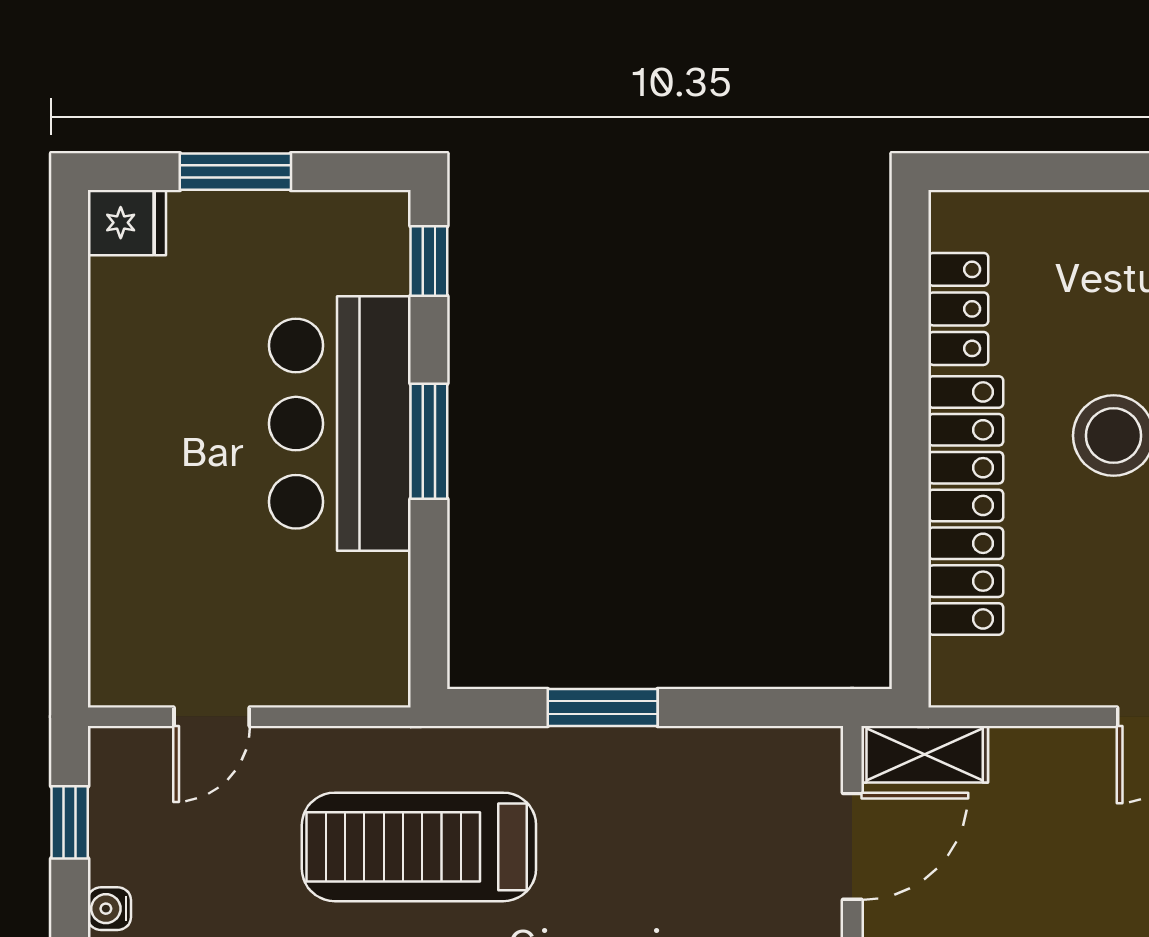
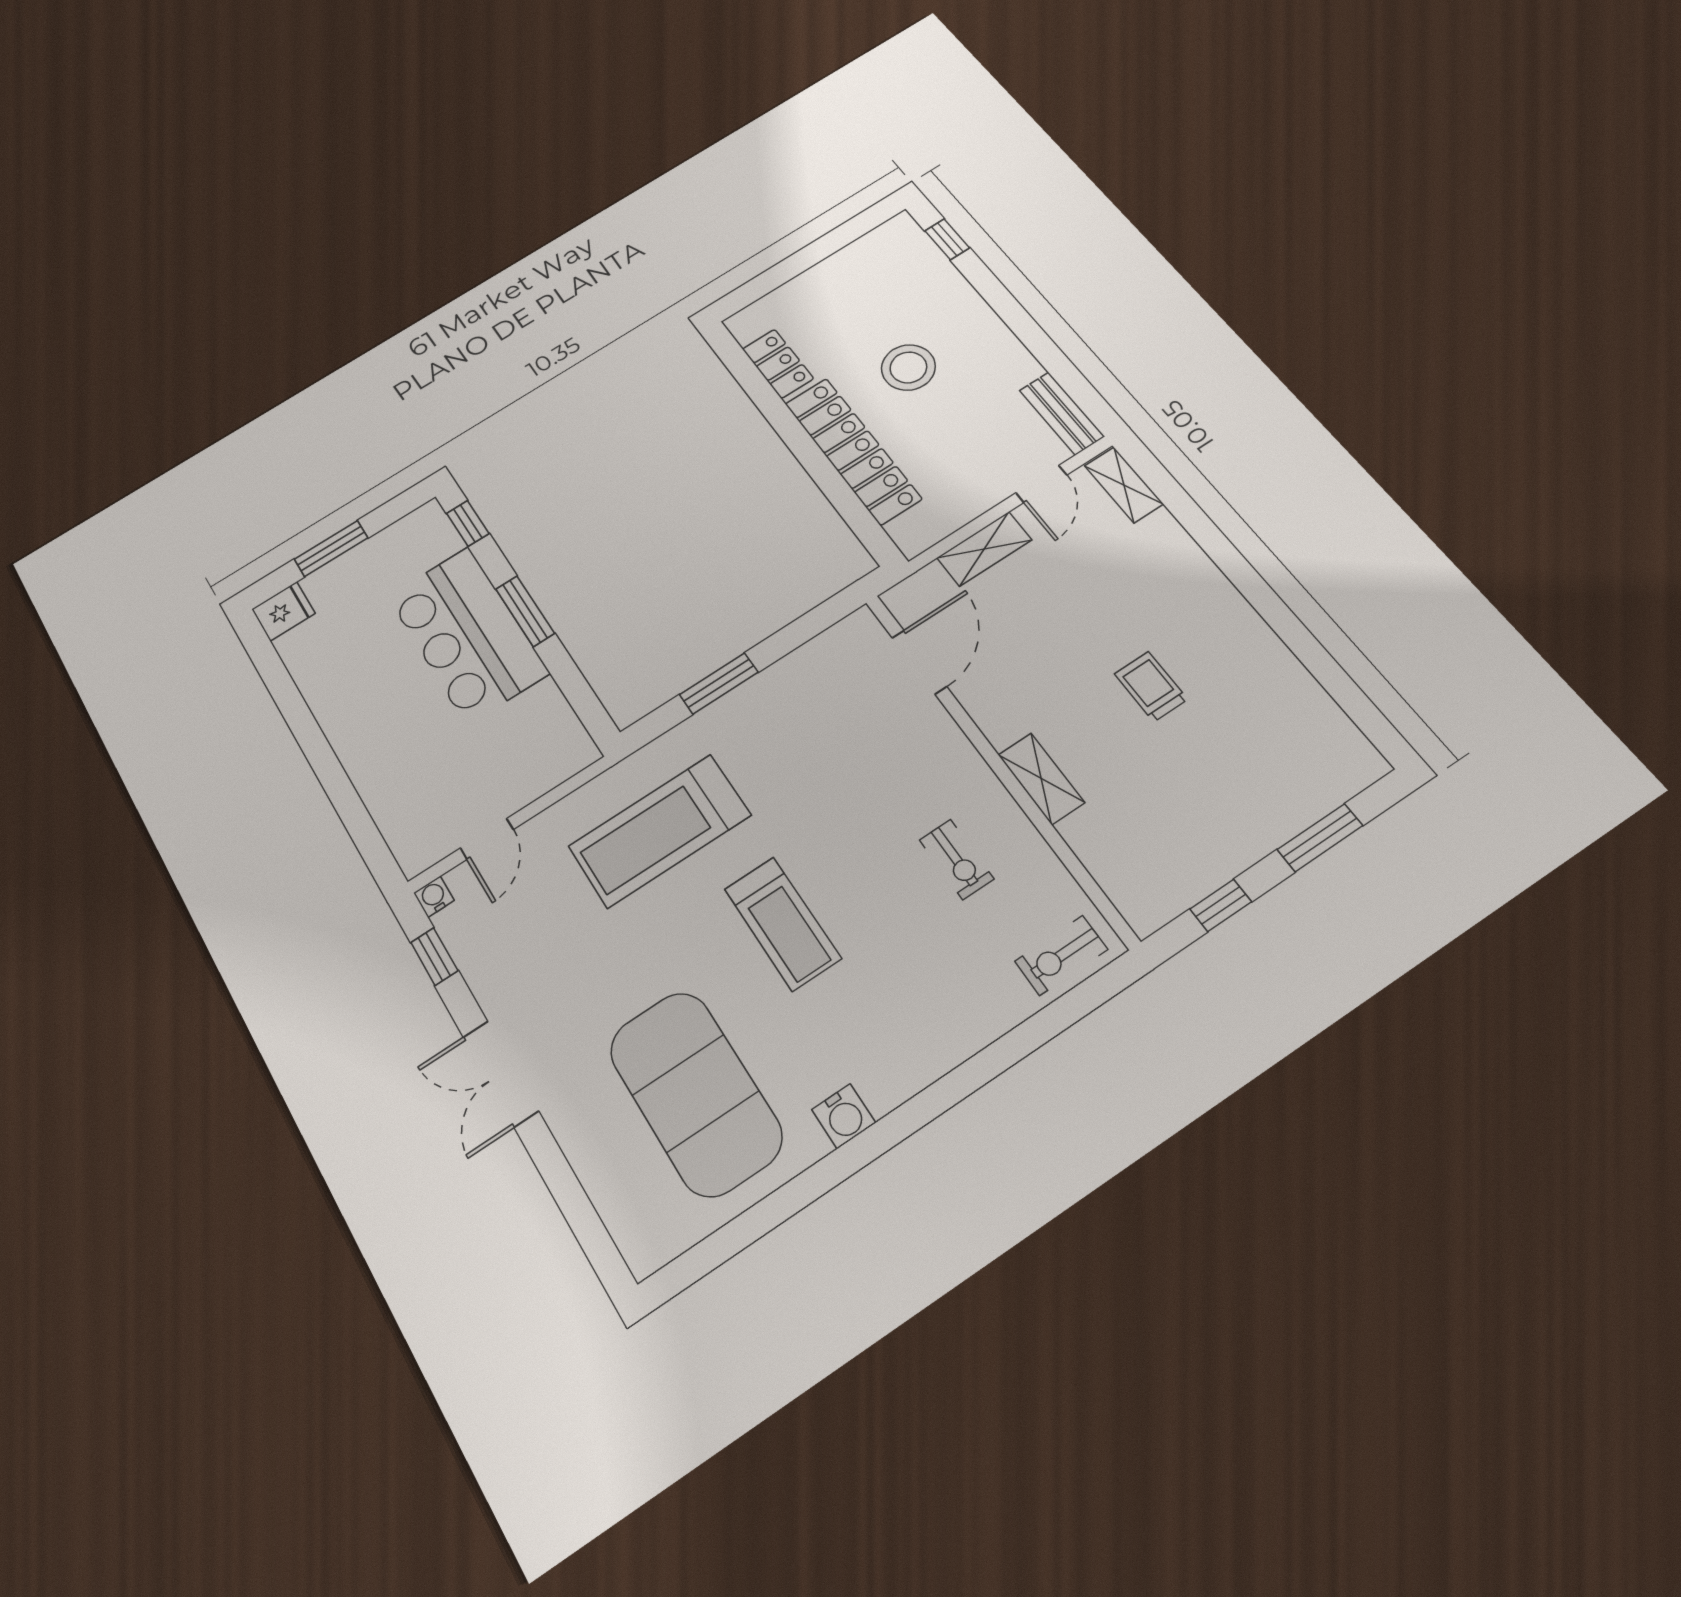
shelving: (925, 754) -> (984, 549), moved
water cooler: (109, 909) -> (434, 897), moved, turned 90

